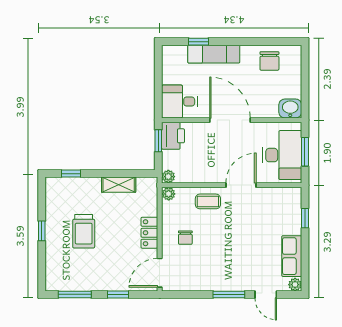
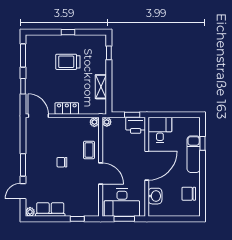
washbasin: (290, 108) -> (155, 196), moved
chair: (185, 238) -> (62, 162), moved

